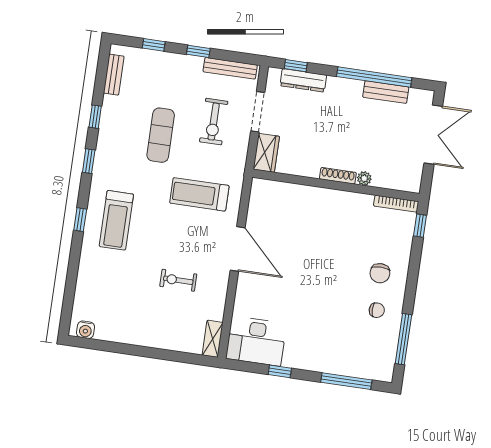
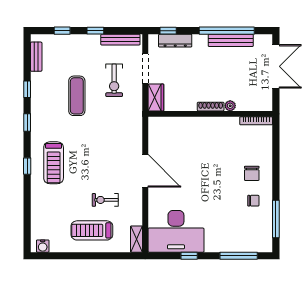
bench: (386, 92) -> (231, 40), width x1.36
treadmill: (199, 194) -> (92, 230), moved
window: (420, 226) -> (276, 134), removed
desk: (256, 341) -> (176, 231), width x1.36, depth x1.30

